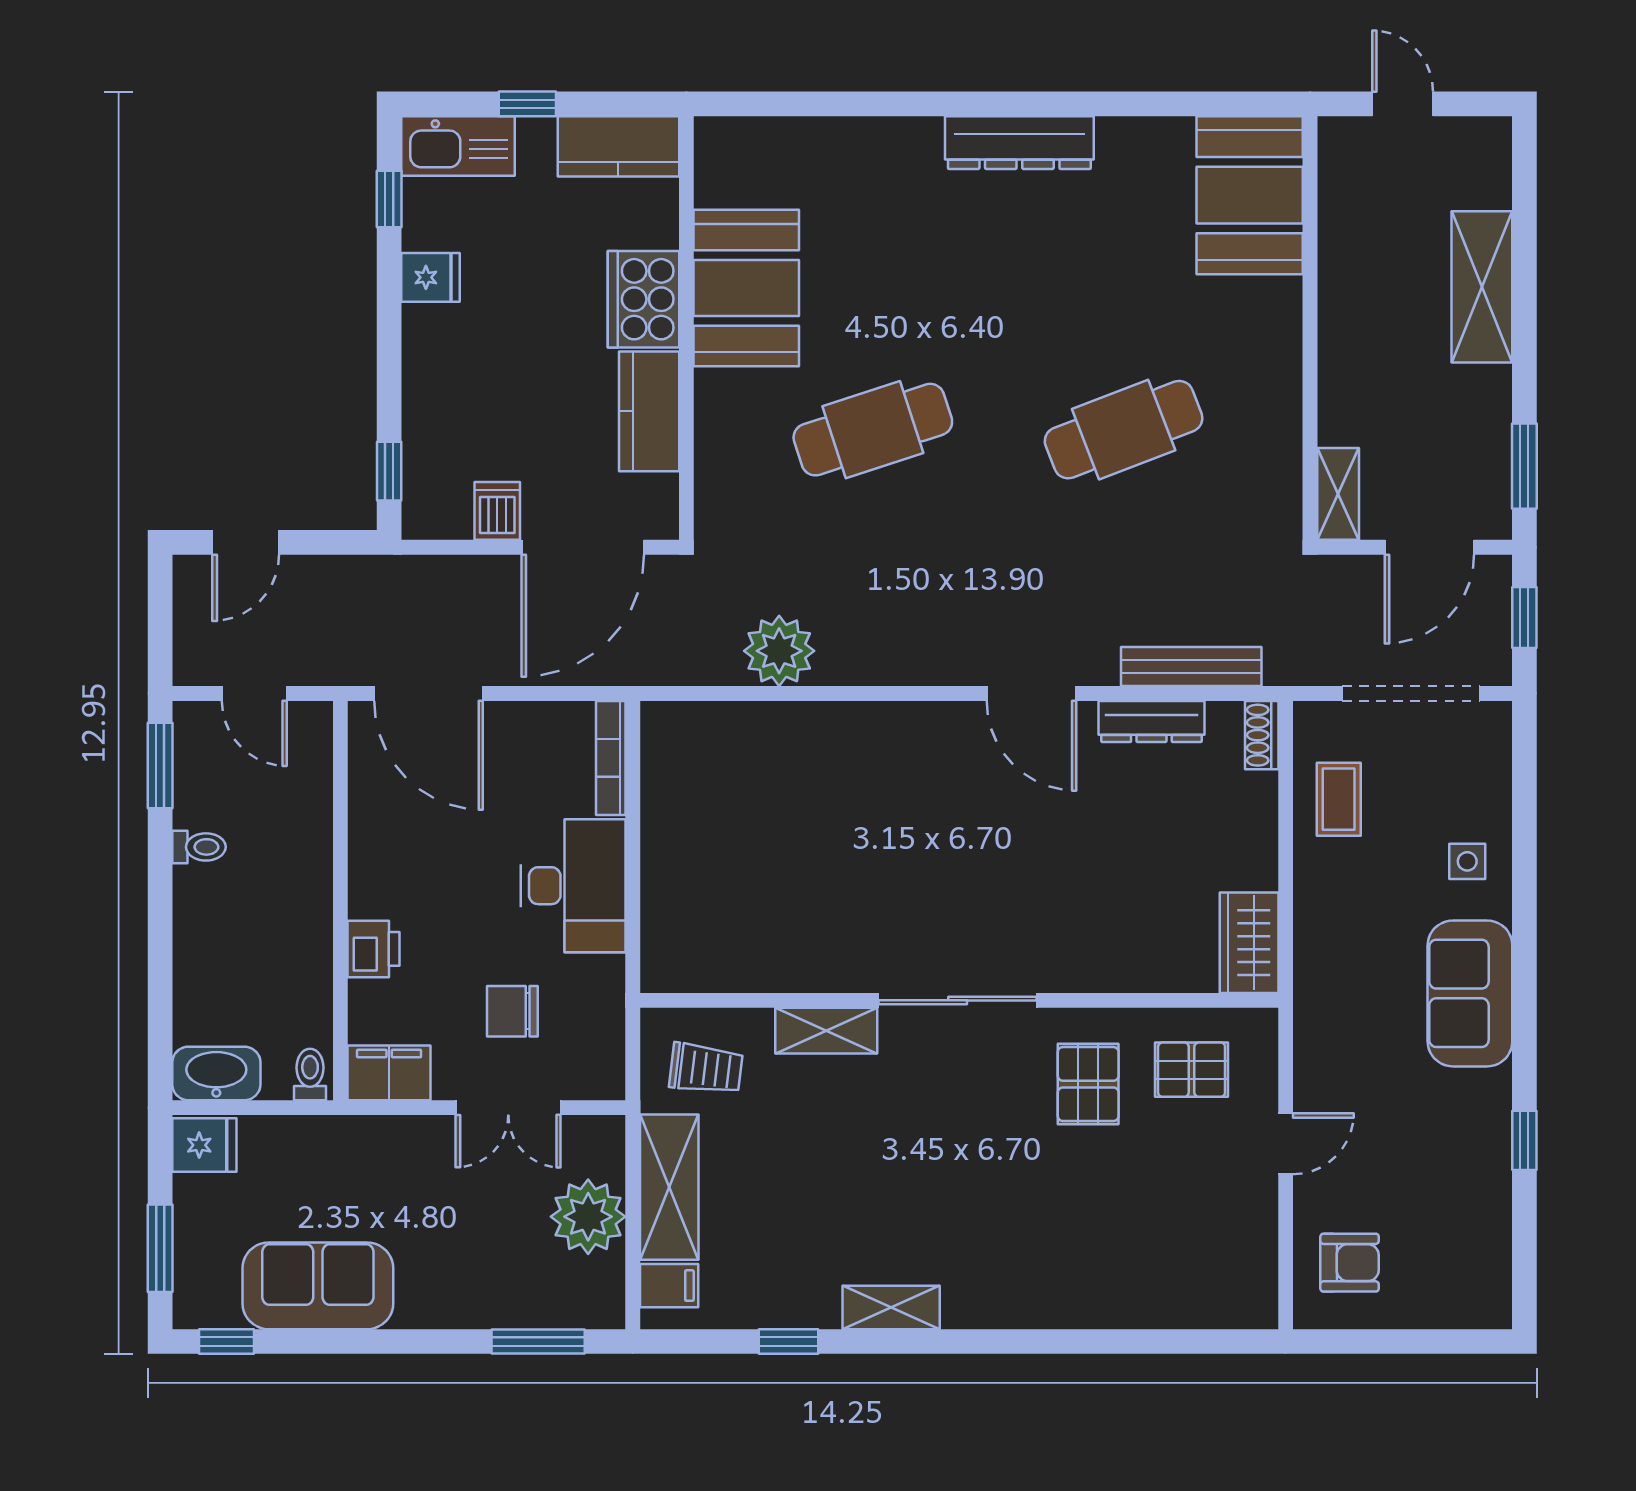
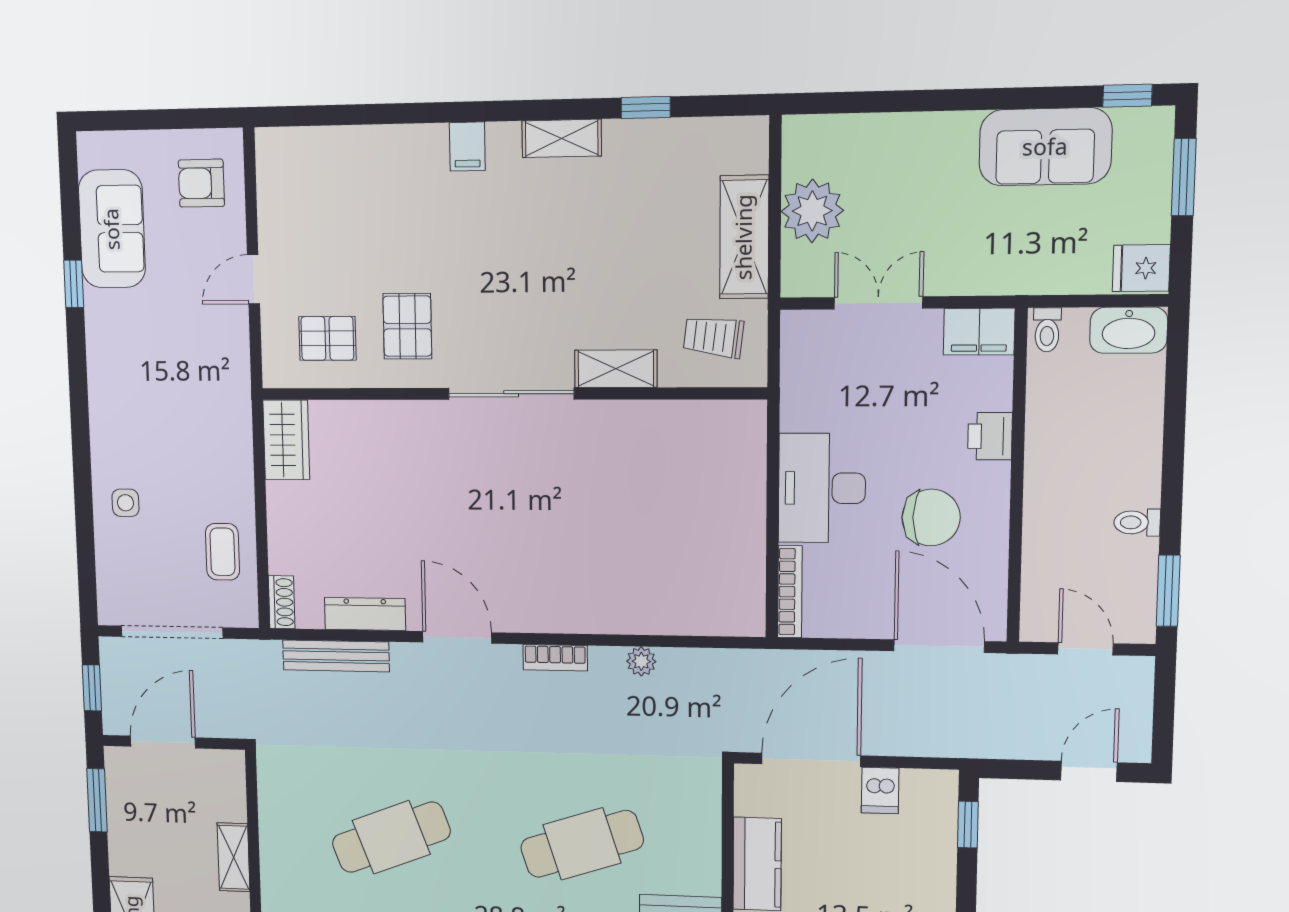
shelving: (1338, 494) -> (234, 857), moved
plant: (779, 651) -> (641, 661), width x0.53, depth x0.53
bookcase: (905, 670) -> (555, 658), added
sofa: (1470, 993) -> (112, 229), moved
chair: (512, 1011) -> (931, 518), moved, width x1.37, depth x1.37
filing cabinet: (669, 1286) -> (467, 147), moved, turned -90
window: (538, 1342) -> (856, 102), removed

